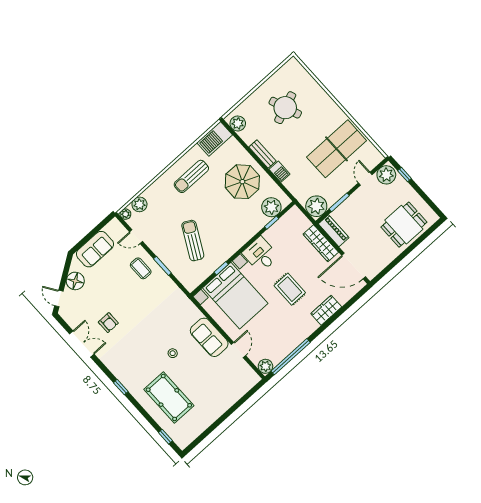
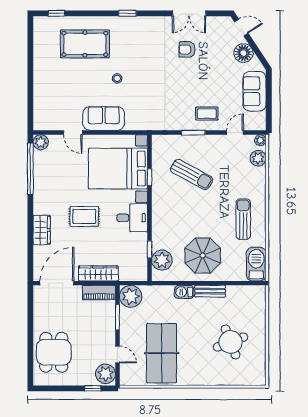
plant: (238, 123) -> (252, 293), removed

